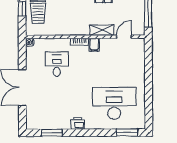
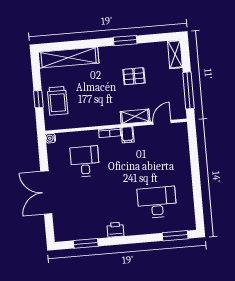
desk: (114, 103) -> (157, 202), width x0.73, depth x0.77

